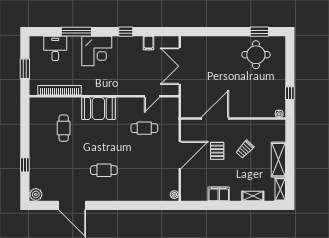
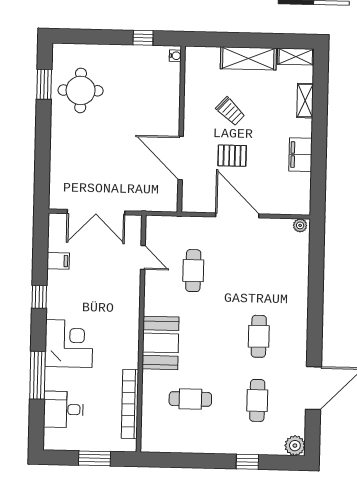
cafe table: (64, 170) -> (257, 400), added

